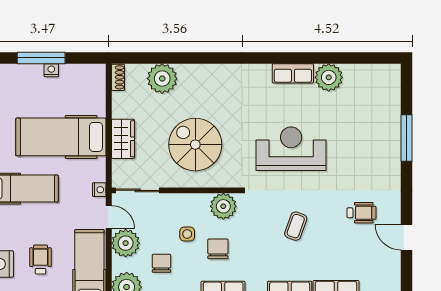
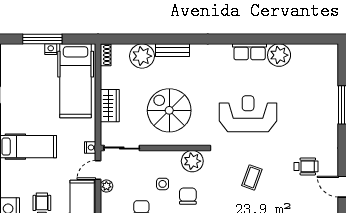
bench: (199, 71) -> (172, 50), added
hospital bed: (61, 137) -> (76, 81), moved, turned -90
door: (109, 217) -> (98, 170), swing flipped
plant: (126, 243) -> (106, 186), width x0.53, depth x0.53

